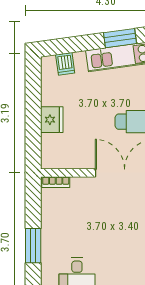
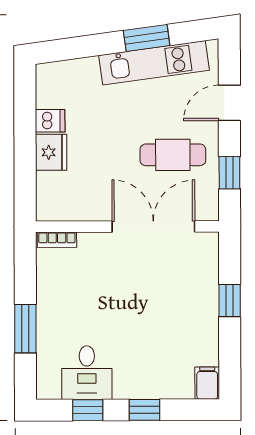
dishwasher: (65, 64) -> (50, 121), moved, turned -82

